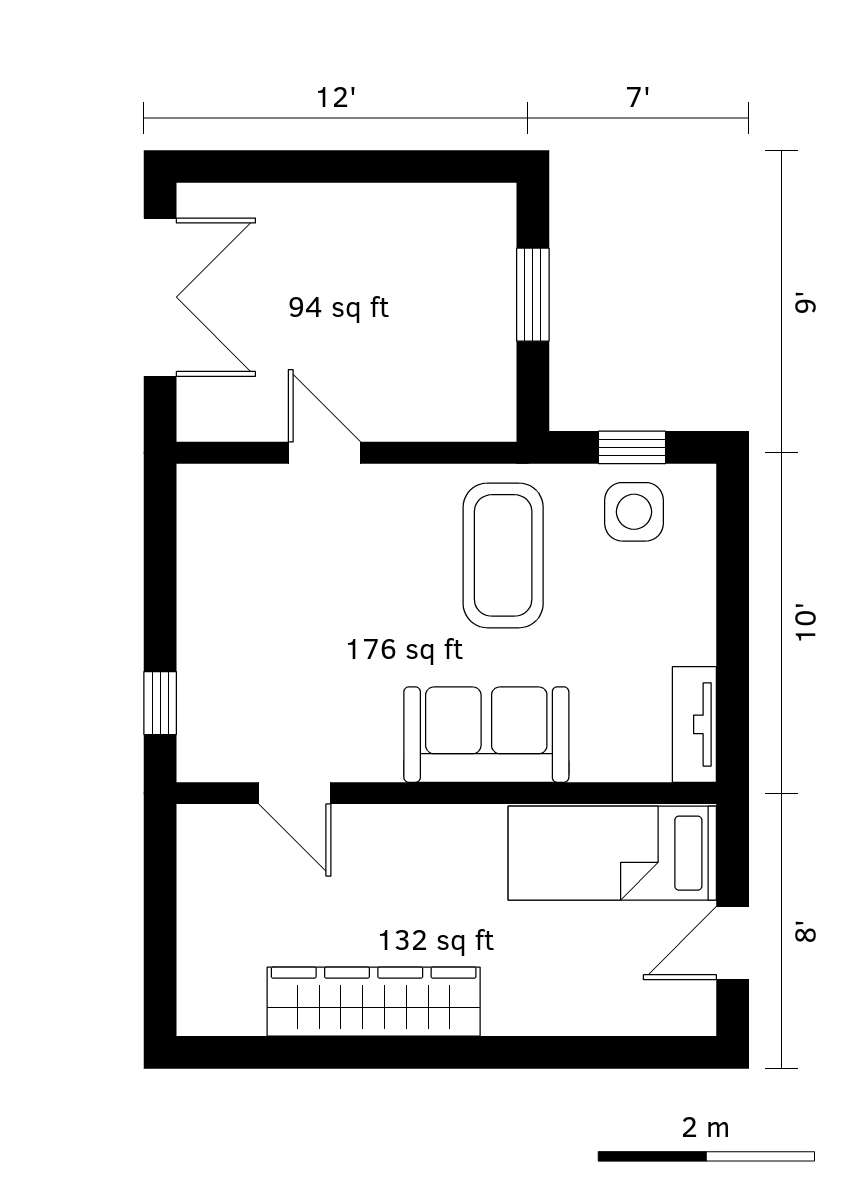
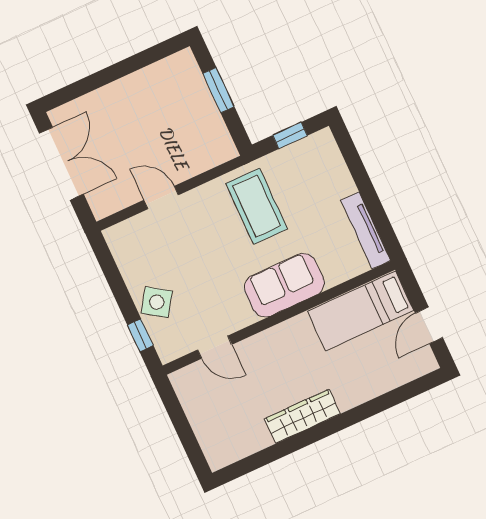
side table: (634, 512) -> (157, 302), moved, turned 34
tv unit: (694, 724) -> (366, 230), width x1.41
wardrobe: (374, 1002) -> (302, 416), width x0.71, depth x0.85

